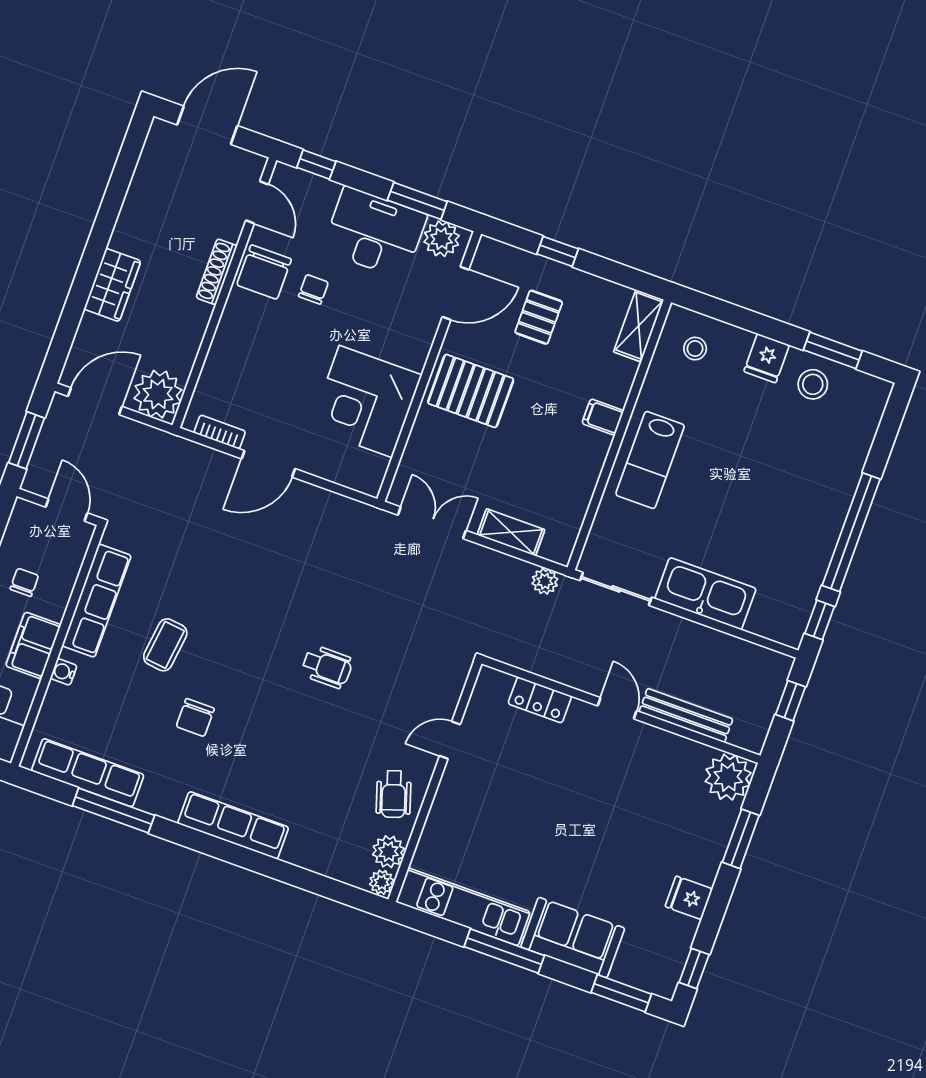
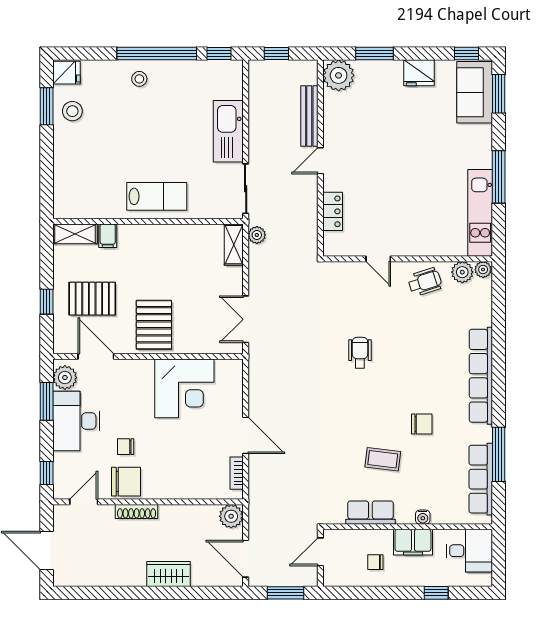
pallet: (539, 317) -> (92, 299), width x1.50, depth x1.42
stool: (695, 349) -> (139, 79), moved
fridge: (767, 358) -> (66, 73), moved
plant: (158, 394) -> (231, 516), width x0.73, depth x0.73
filing cabinet: (603, 417) -> (108, 236), moved
shelving: (511, 532) -> (234, 245), moved
row of seats: (97, 601) -> (370, 513), width x0.68
row of seats: (233, 825) -> (481, 376), width x1.36
fridge: (689, 898) -> (419, 73), width x1.38
sofa: (573, 938) -> (475, 92), moved

